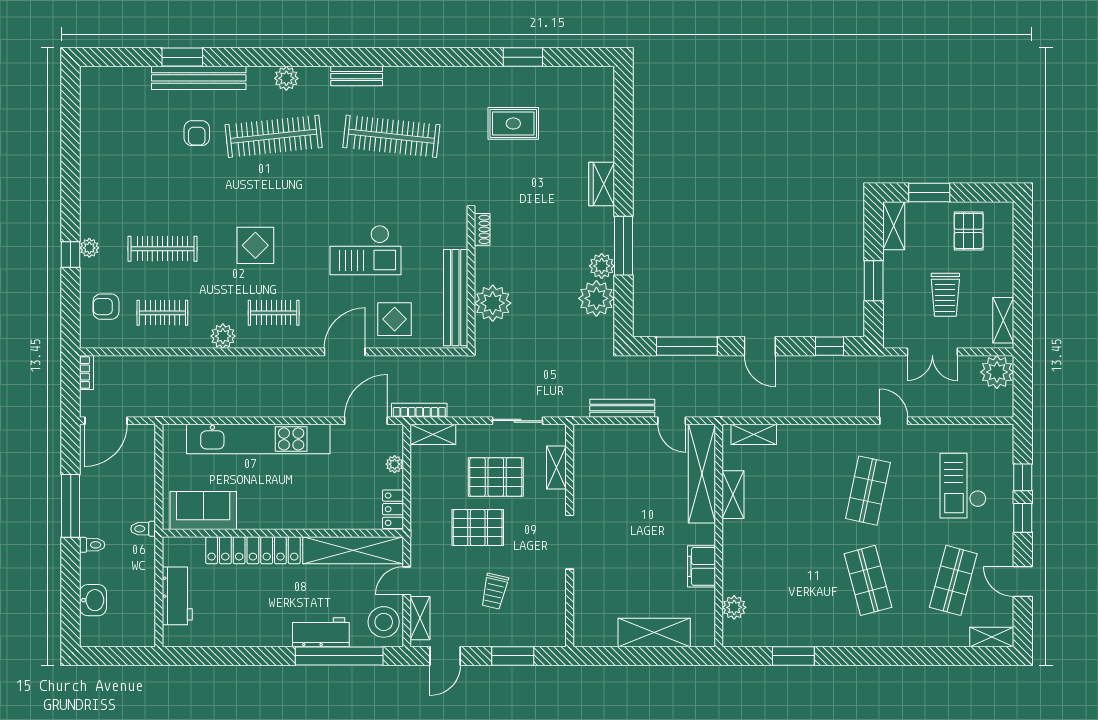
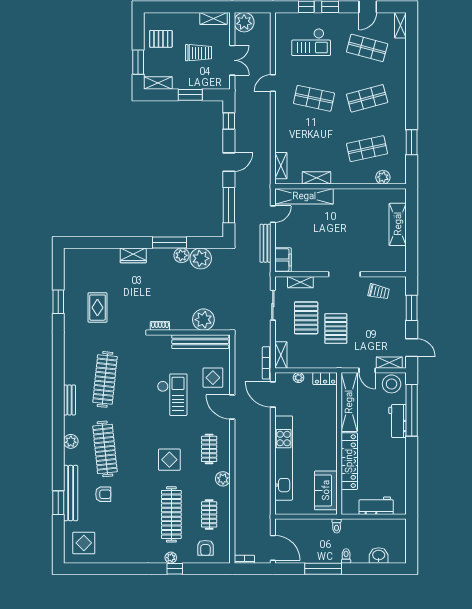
display table: (114, 100) -> (84, 543), added
clothes rail: (162, 249) -> (171, 514), width x1.37, depth x1.31
filing cabinet: (701, 566) -> (283, 260), moved, turned -90
shop shelf: (783, 580) -> (367, 149), added
trolley: (494, 591) -> (379, 292), moved

